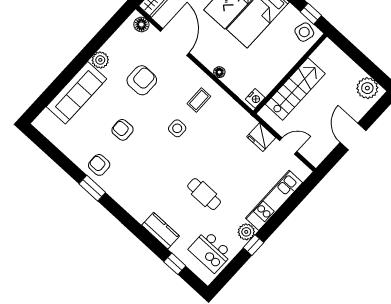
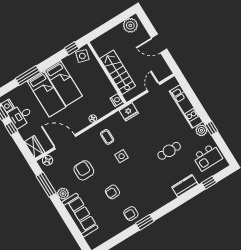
window: (106, 32) -> (46, 185), added
fridge: (261, 137) -> (129, 112), moved

